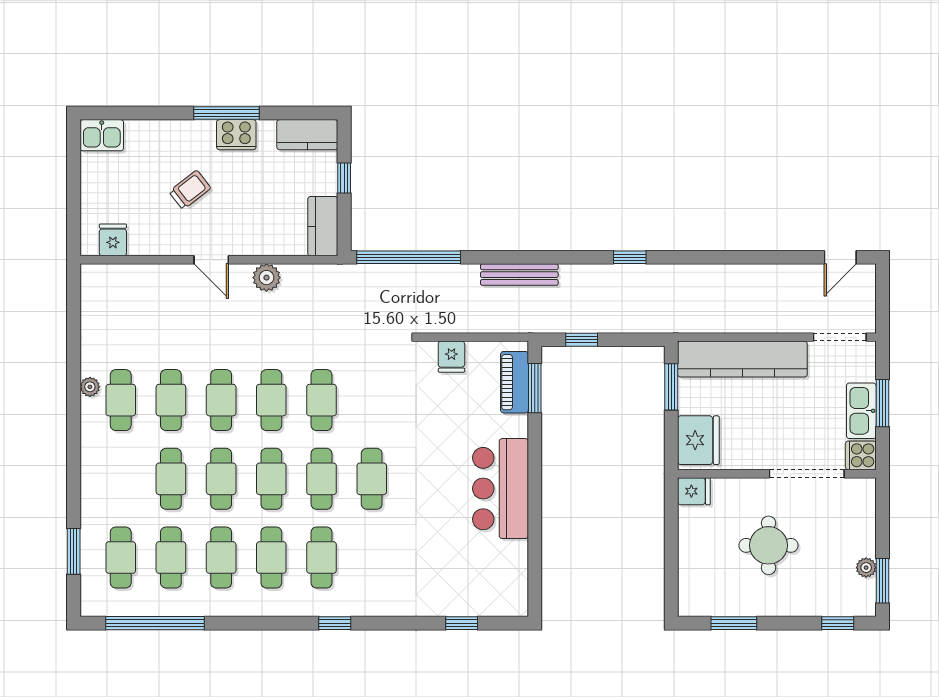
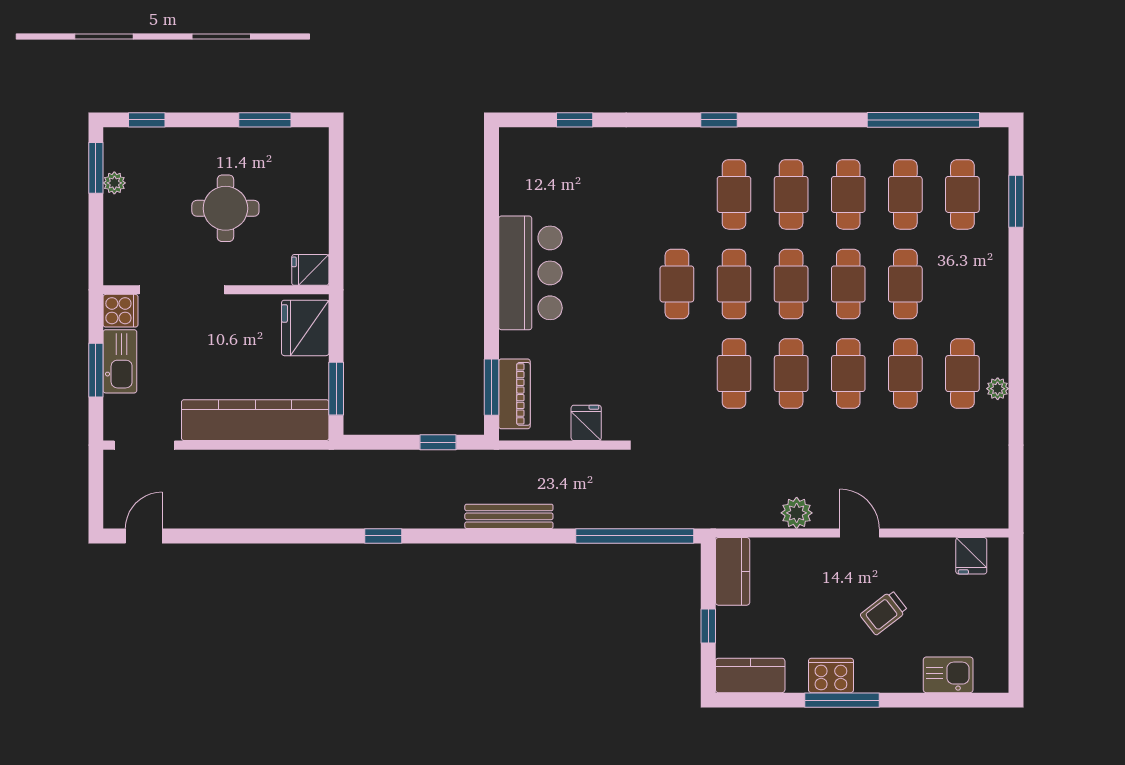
kitchen sink: (102, 135) -> (948, 675), moved

